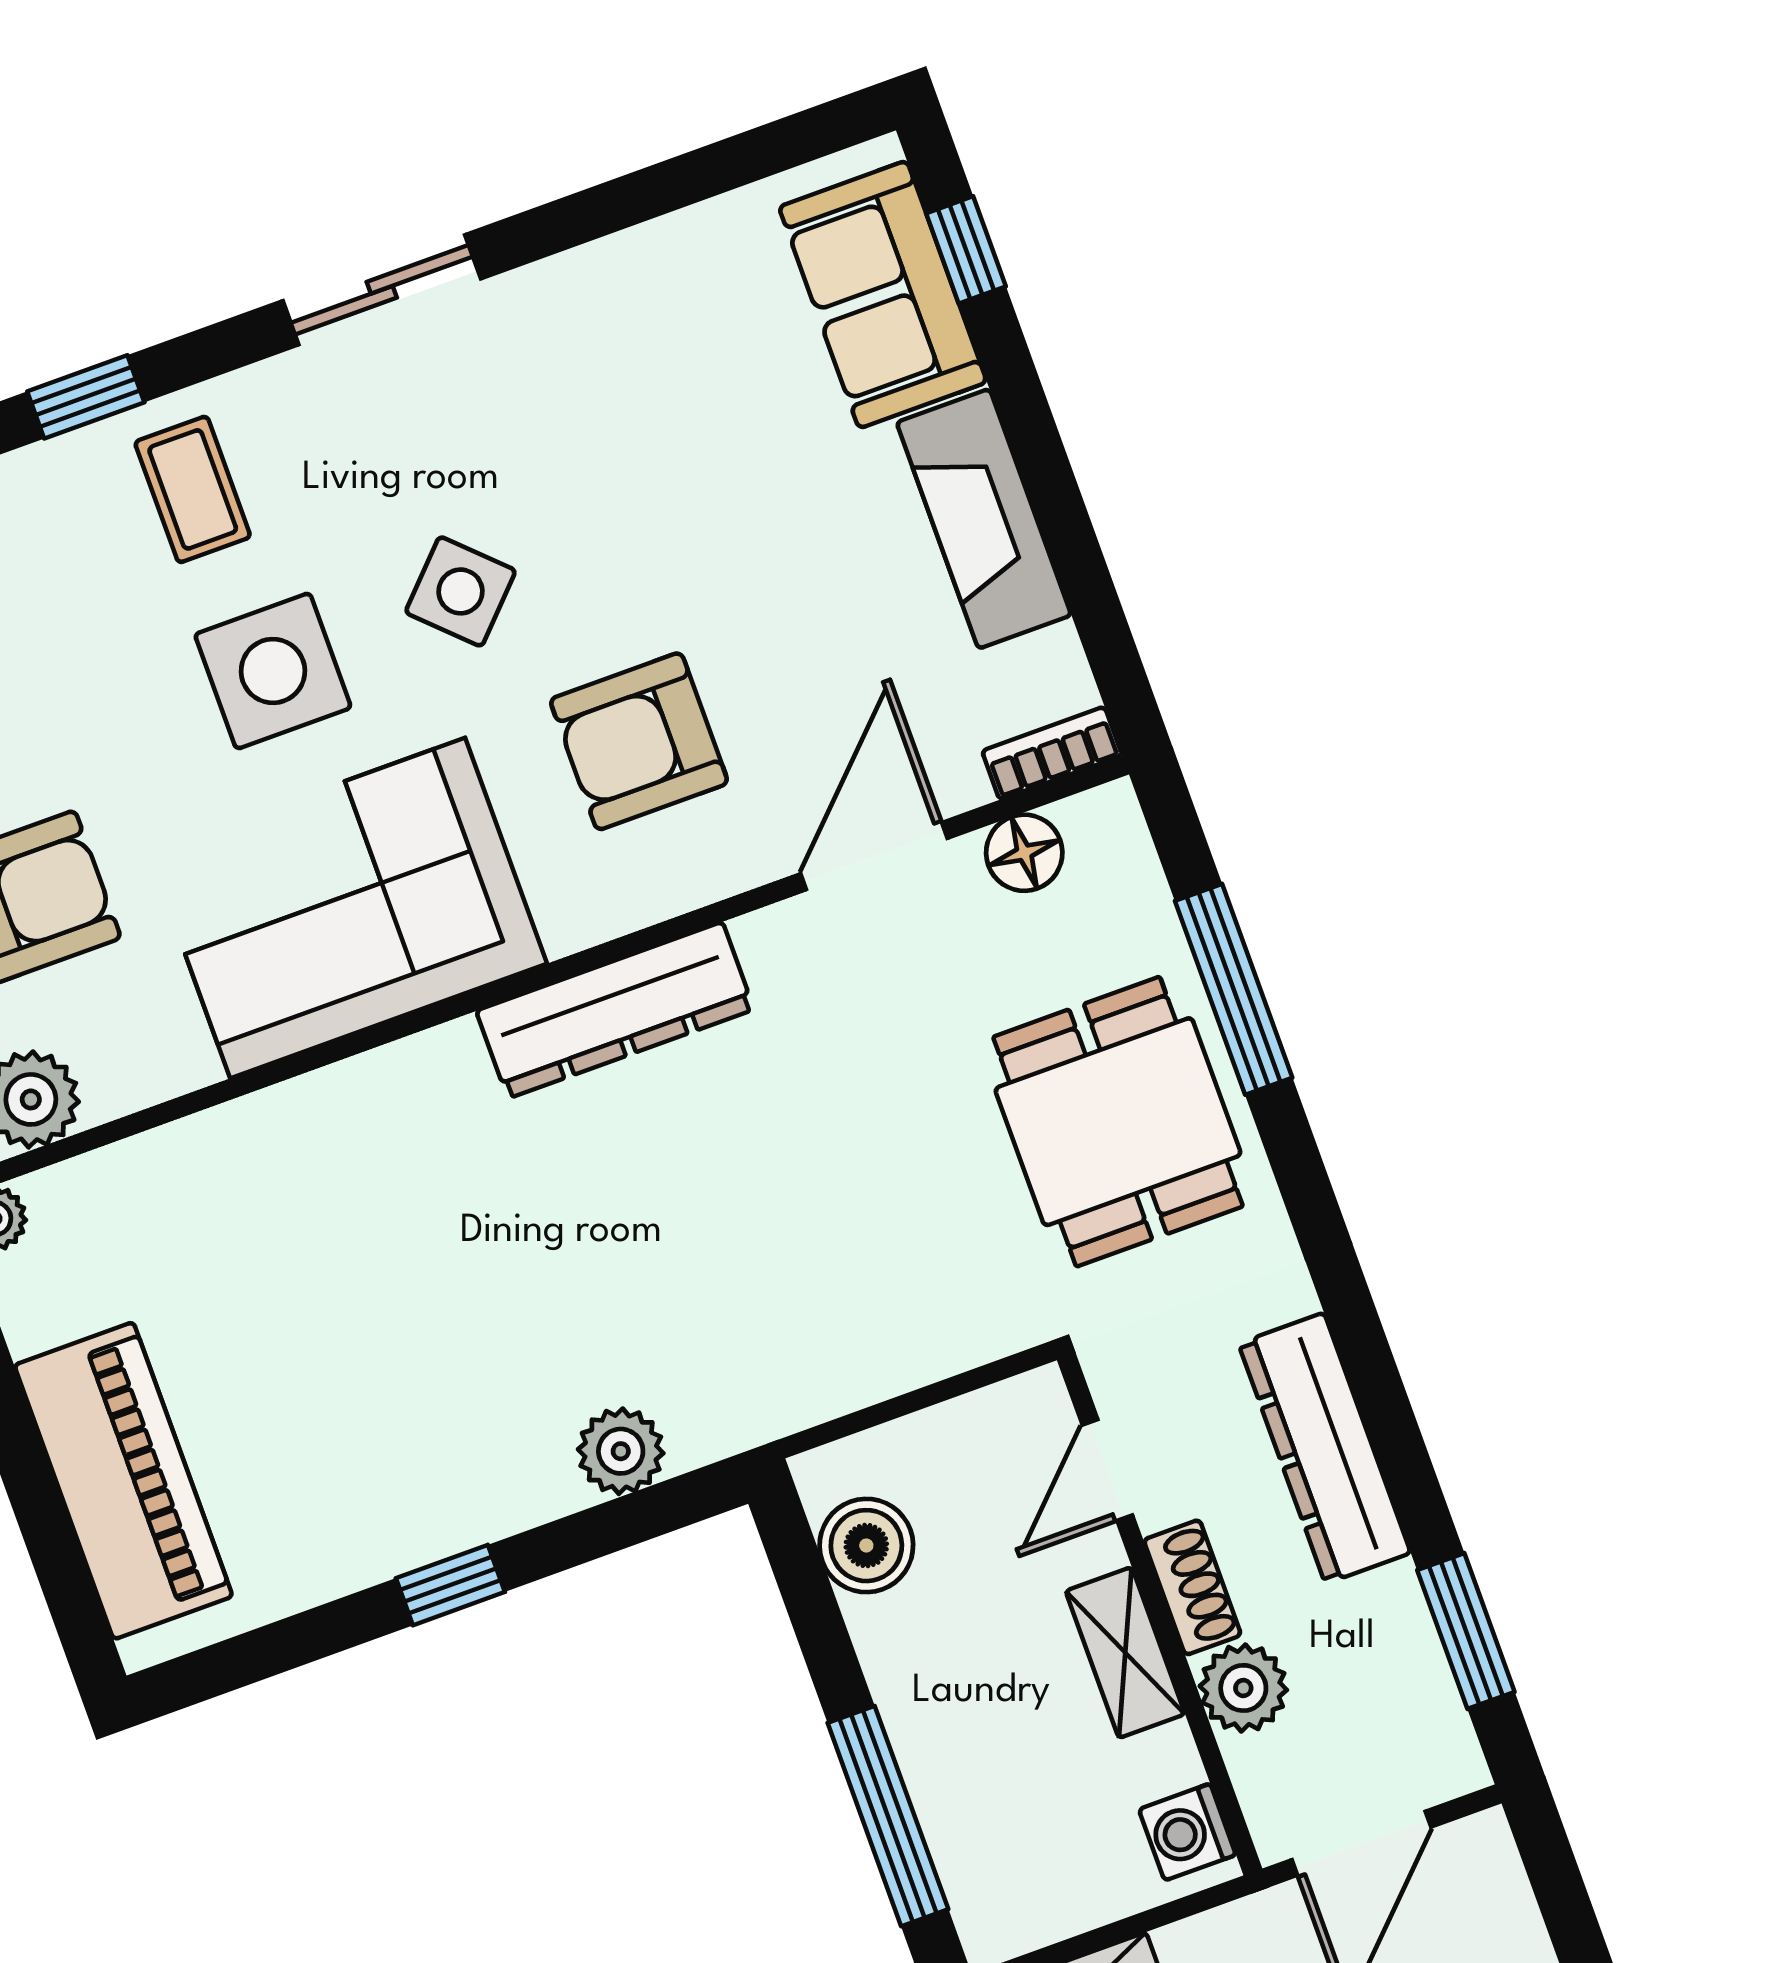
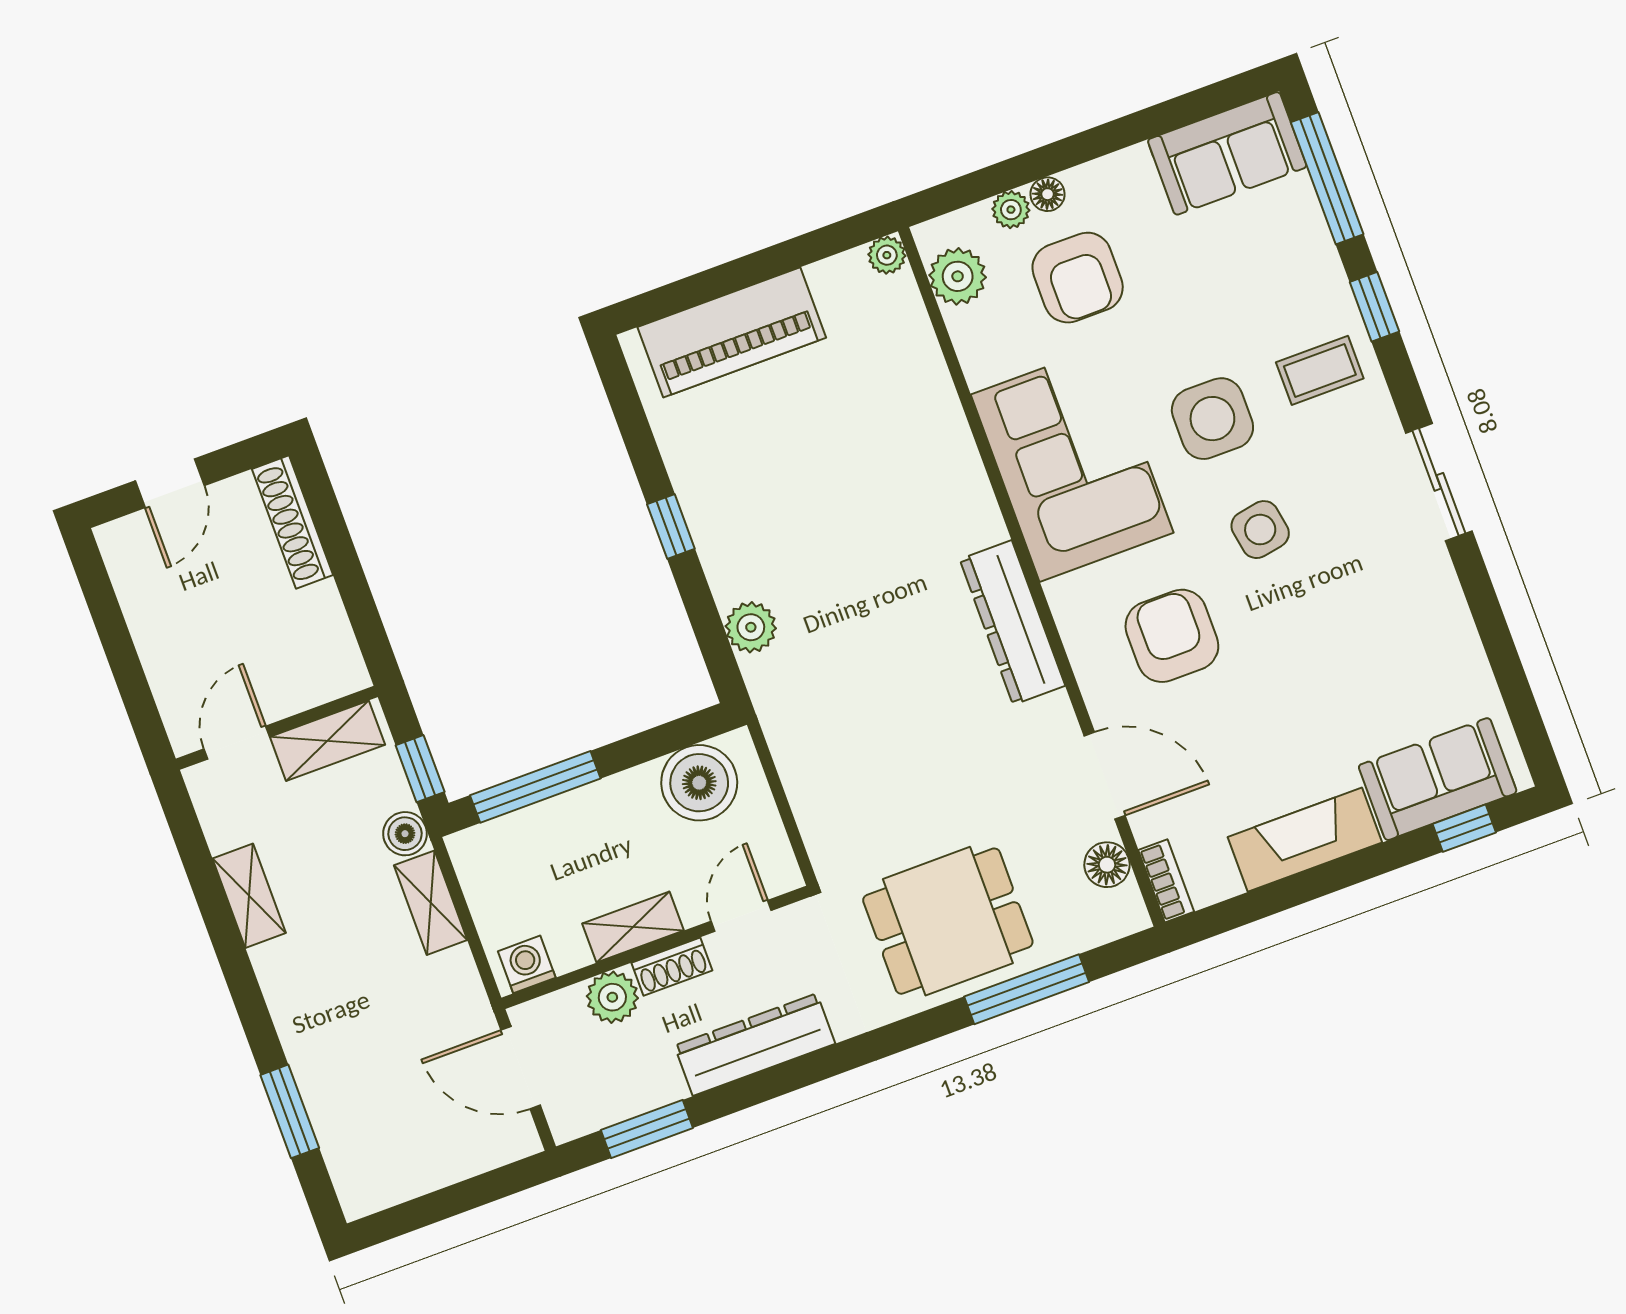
side table: (461, 591) -> (1260, 530), turned 36
door: (1107, 1470) -> (741, 916), hinge flipped
boiler: (866, 1546) -> (699, 783), width x1.37, depth x1.37

